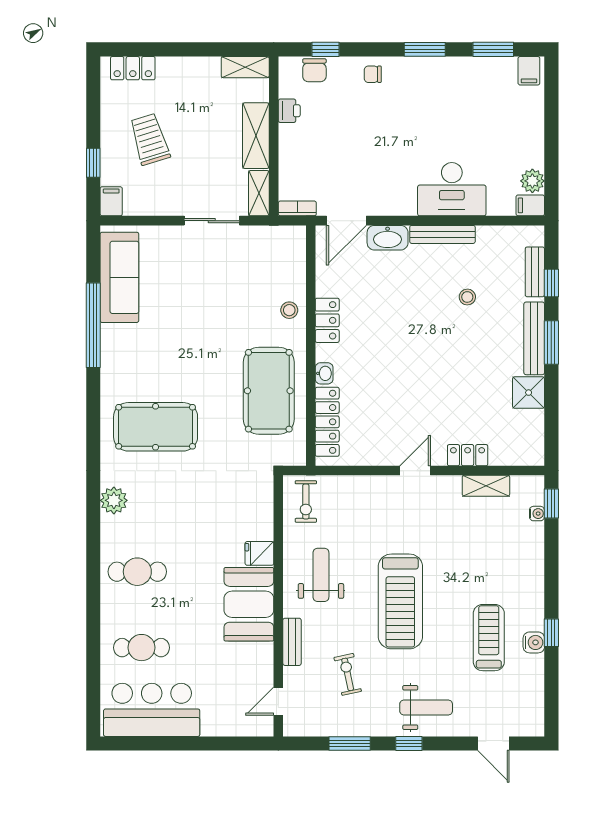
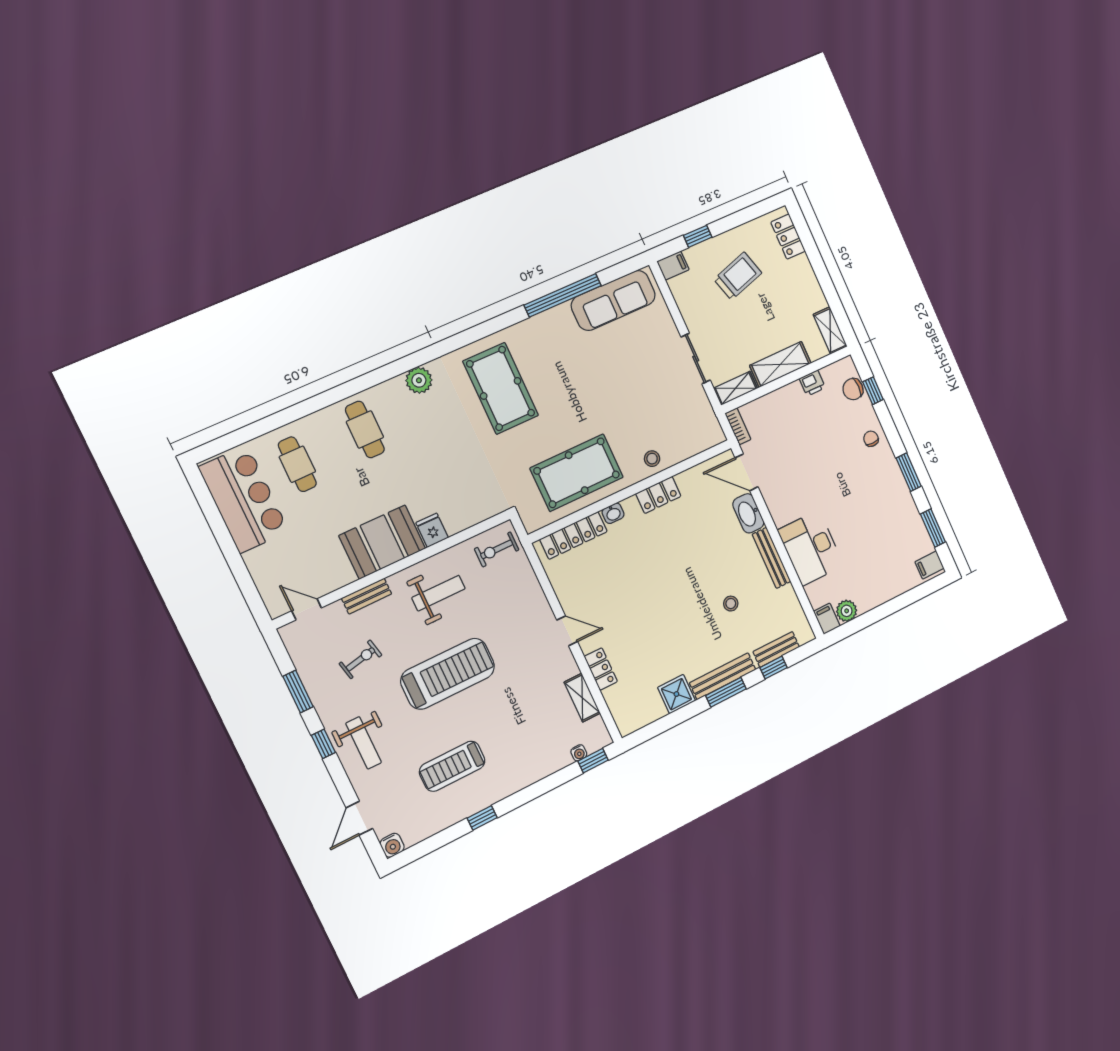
treadmill: (400, 601) -> (448, 674), turned 180
treadmill: (489, 638) -> (452, 766), turned 180
water cooler: (534, 642) -> (392, 845), moved

